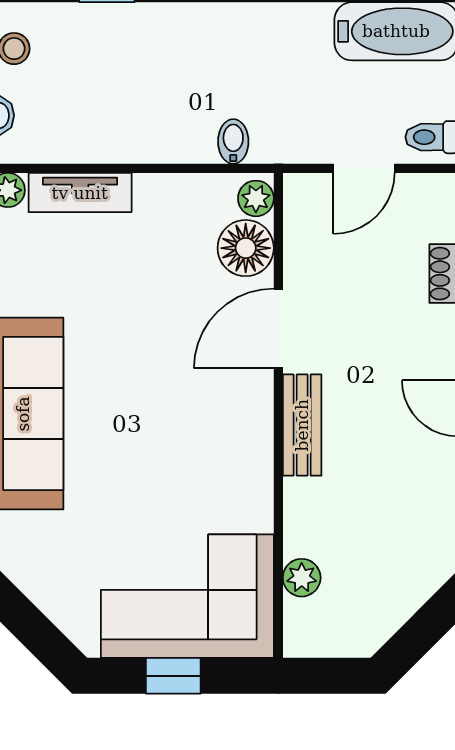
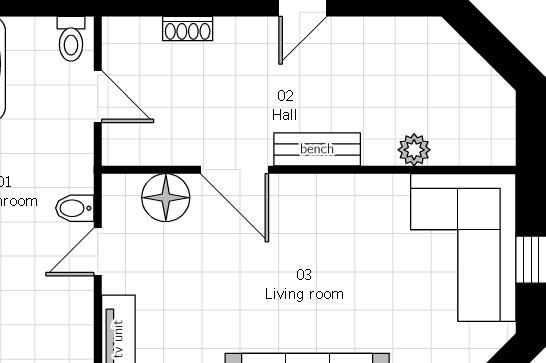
door: (182, 168) -> (98, 252), added
plant: (256, 198) -> (123, 189), removed
plant: (302, 578) -> (414, 150), moved

